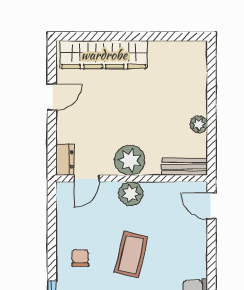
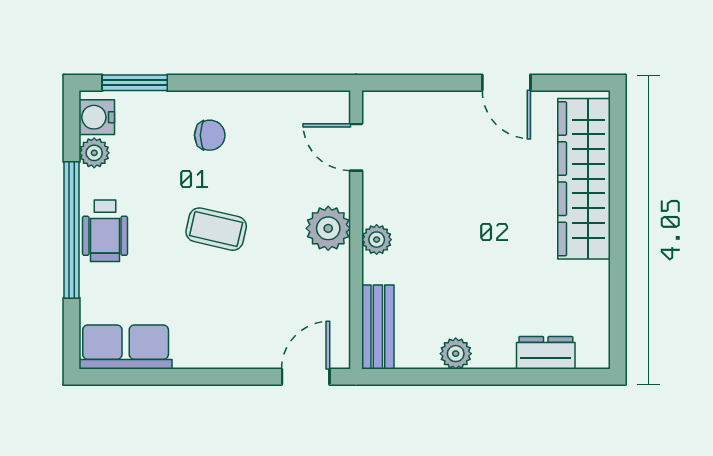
dresser: (65, 160) -> (546, 353), moved, turned 180
plant: (130, 160) -> (377, 240), width x0.53, depth x0.53
coffee table: (131, 254) -> (216, 229), width x0.73, depth x0.77

